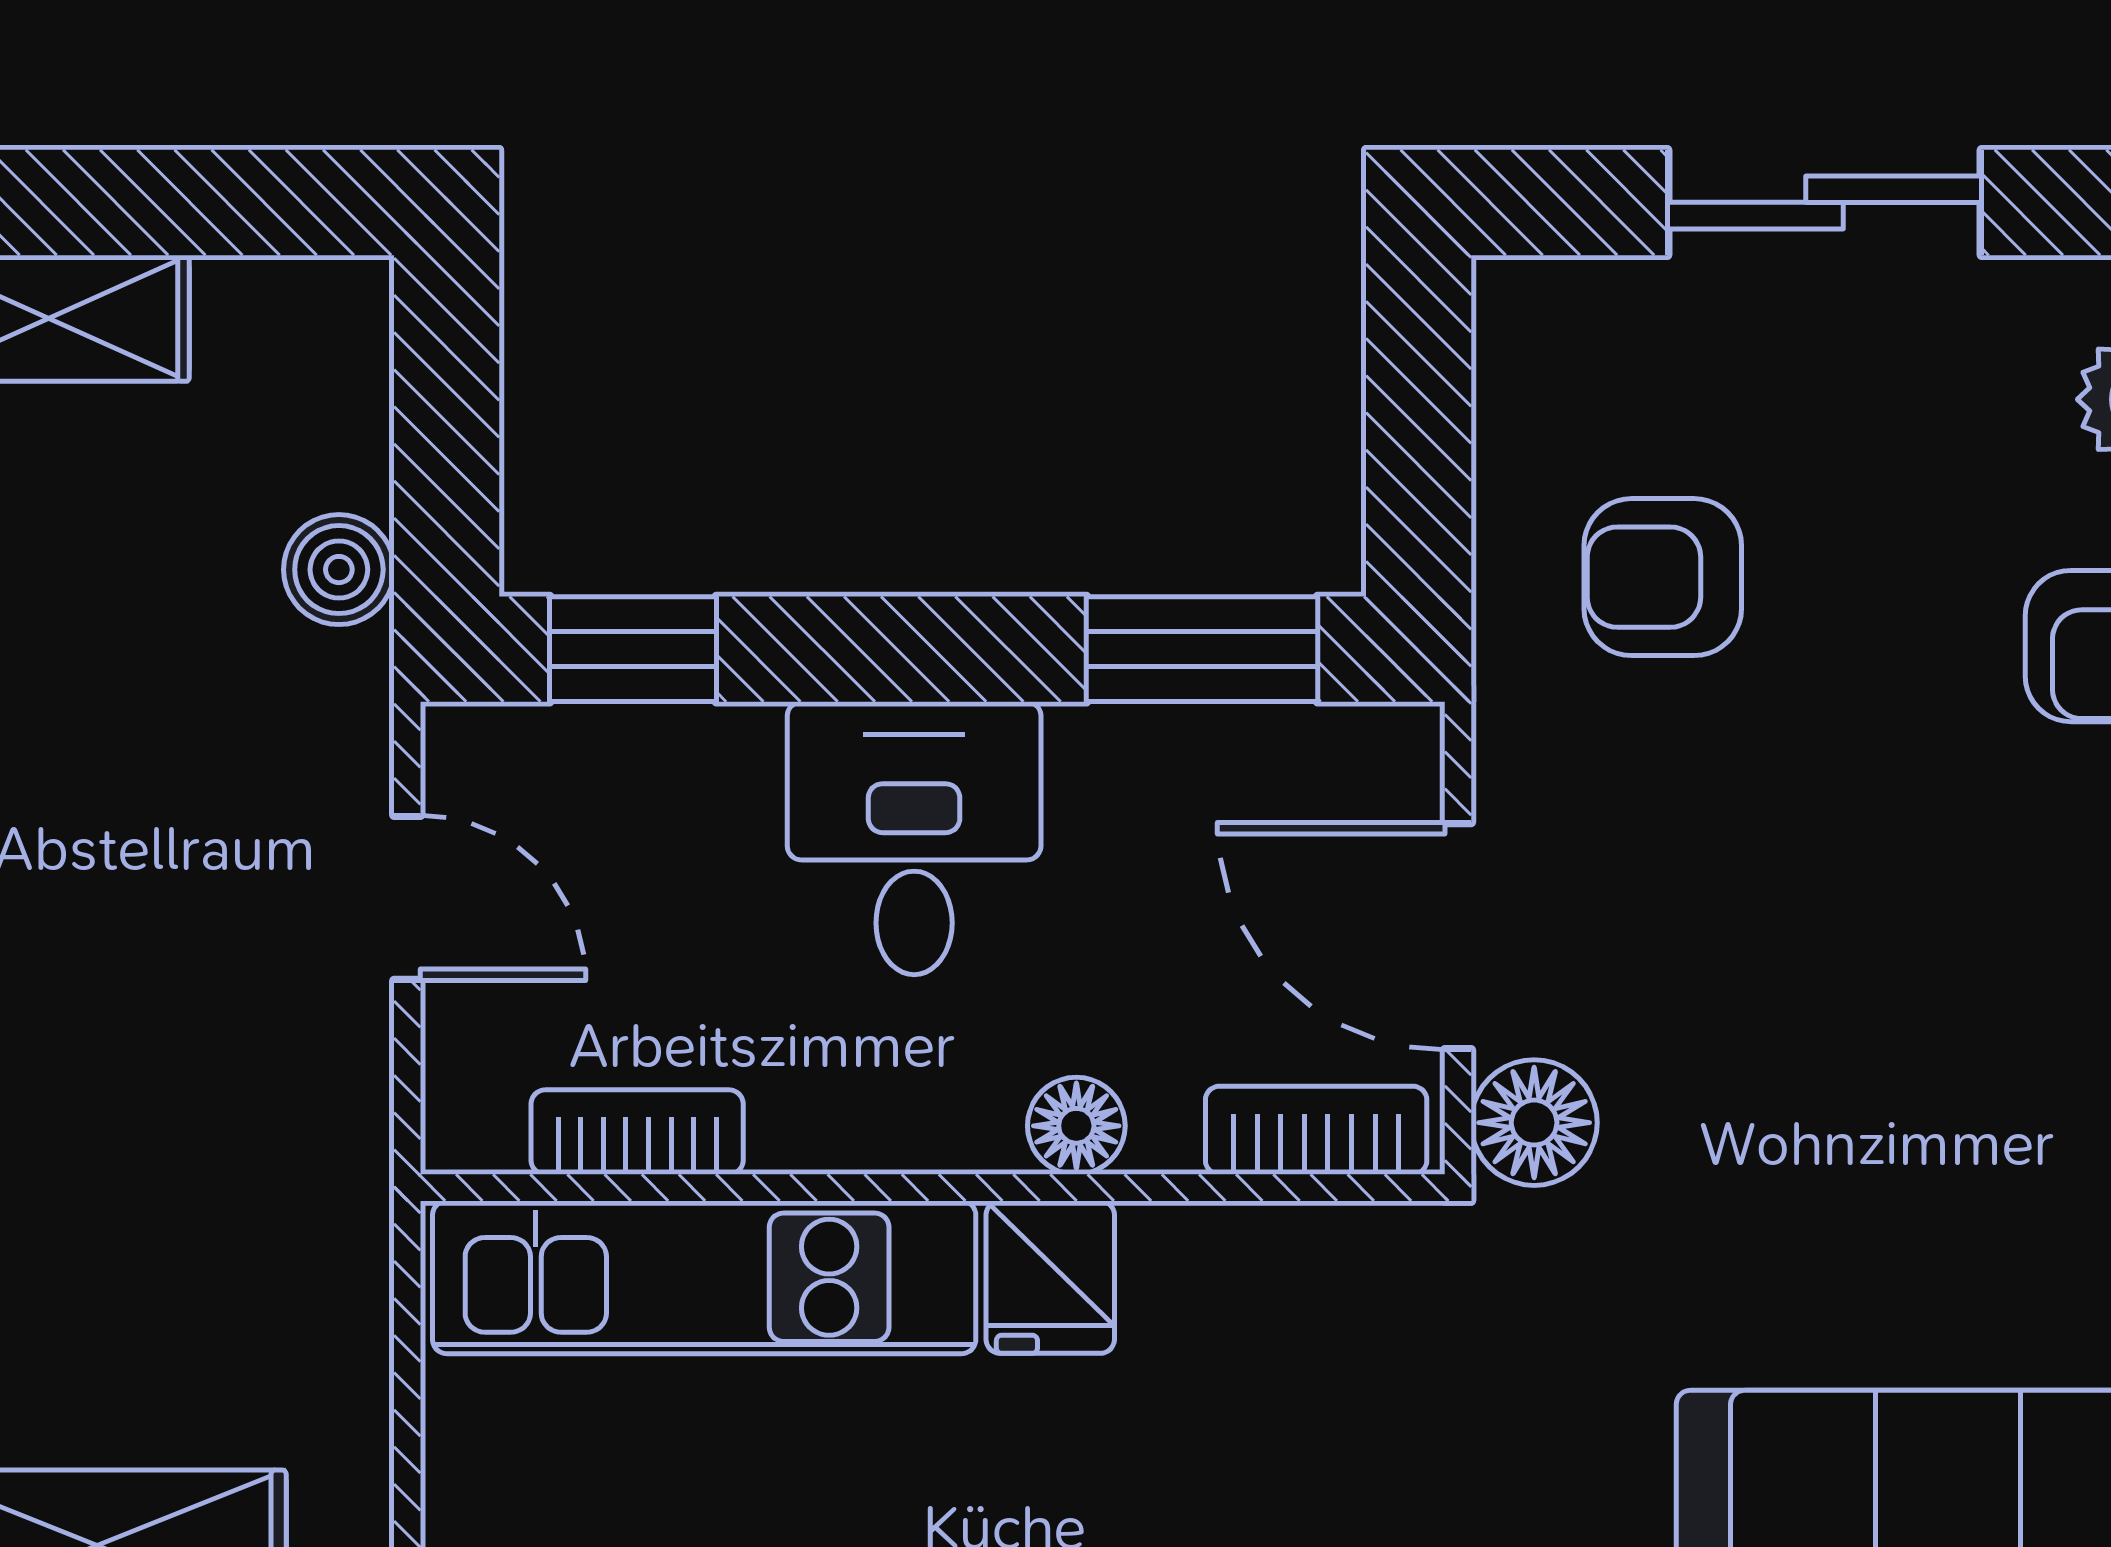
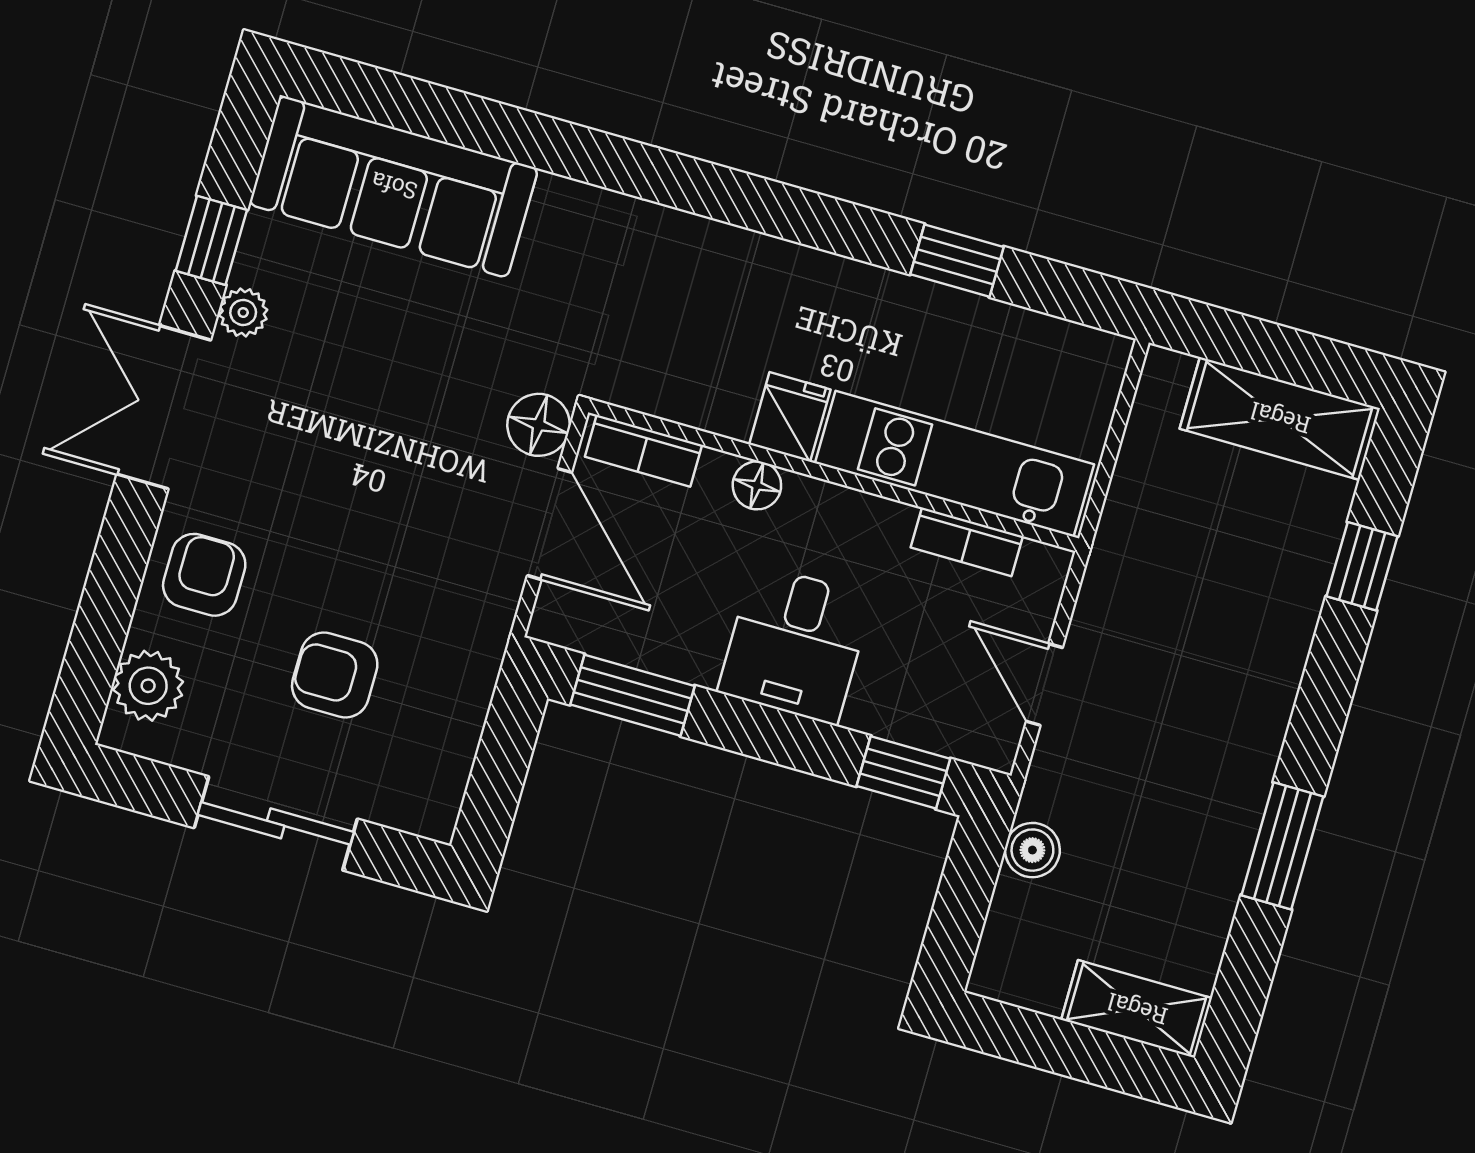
armchair: (1663, 577) -> (335, 675), moved, turned 180

